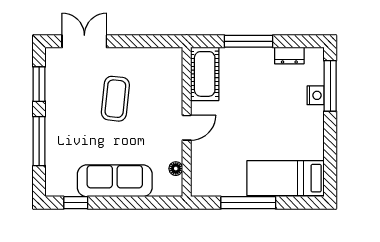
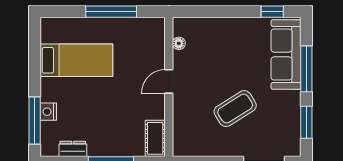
cot: (205, 74) -> (155, 138), width x0.73, depth x0.75
coffee table: (115, 99) -> (235, 109), turned 52
bed: (285, 178) -> (76, 60), moved
sofa: (115, 181) -> (286, 54), moved, turned 90

